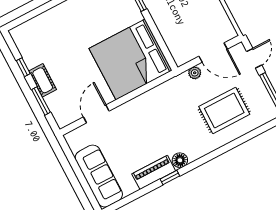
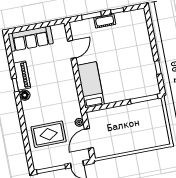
bed: (131, 59) -> (91, 85), width x0.49
rug: (224, 110) -> (49, 134), turned 90
door: (96, 114) -> (72, 49), hinge flipped

